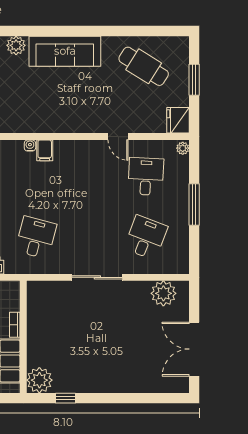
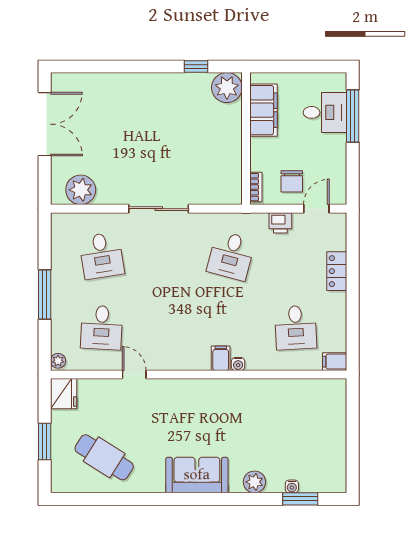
sofa: (65, 51) -> (197, 475), width x0.73
desk: (146, 237) -> (102, 256), turned -30
bookcase: (15, 325) -> (256, 187), moved

